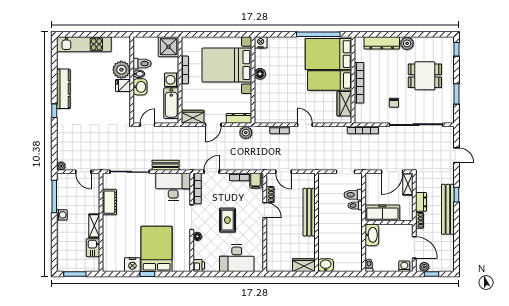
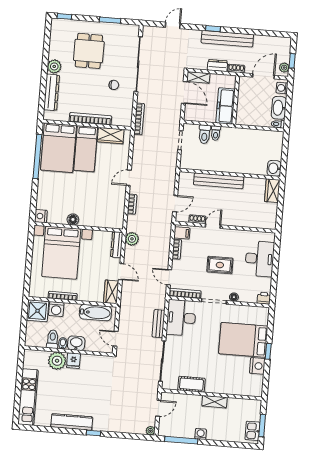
washing machine: (172, 80) -> (56, 309), moved
washbasin: (372, 235) -> (279, 108), moved, turned -90
kitchen sink: (93, 248) -> (252, 431), moved, turned 90

